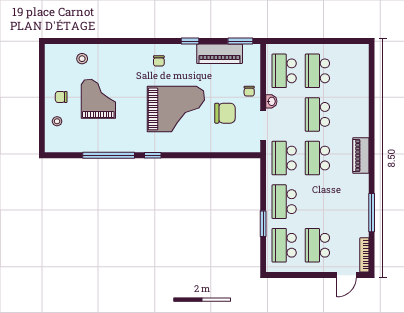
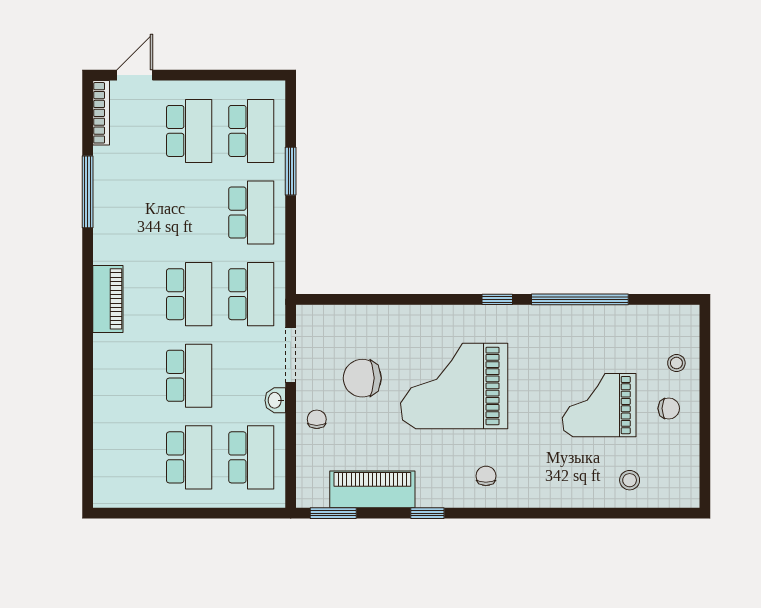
grand piano: (98, 99) -> (599, 405), turned 90

